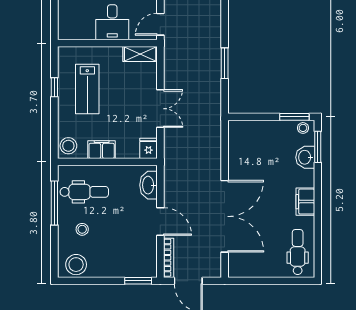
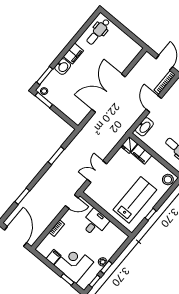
shelving: (140, 54) -> (94, 195), removed
lab bench: (87, 89) -> (135, 200), width x1.36, depth x1.39
double door: (160, 109) -> (97, 172), moved
filing cabinet: (102, 150) -> (141, 154), moved
washbasin: (305, 157) -> (63, 67), moved
double door: (225, 216) -> (108, 93), moved

